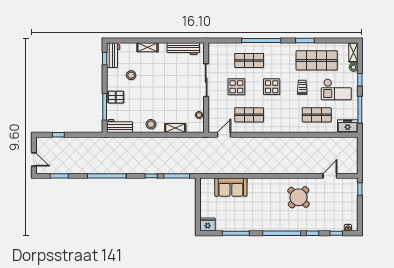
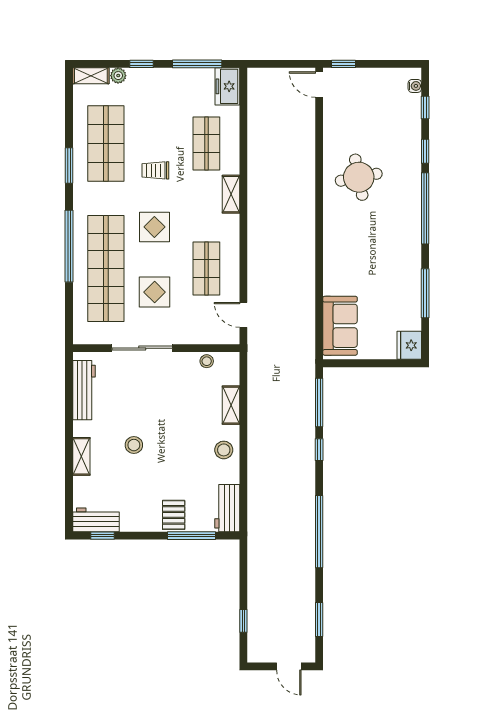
shop shelf: (249, 60) -> (106, 268), width x2.00, depth x1.36
stool: (131, 75) -> (134, 445), moved
checkout: (336, 89) -> (159, 107), removed
shelving: (289, 128) -> (231, 194), added
door: (34, 159) -> (289, 666), swing flipped
door: (330, 176) -> (319, 85), moved
sofa: (231, 187) -> (340, 326), moved
round table: (299, 197) -> (359, 177), turned 36

